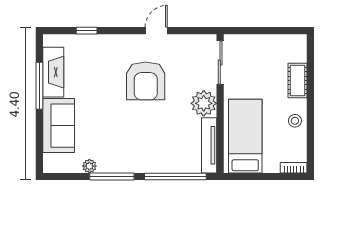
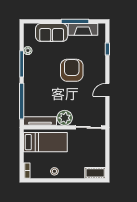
door: (156, 31) -> (107, 90), swing flipped
armchair: (146, 81) -> (72, 70), moved, turned 90
cot: (298, 81) -> (95, 173), moved

